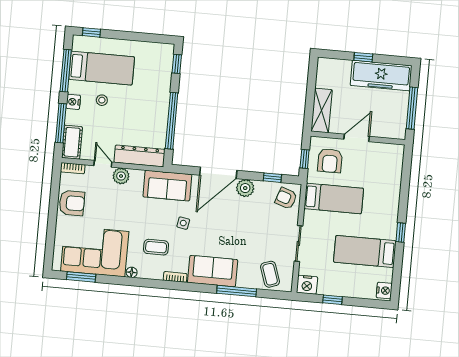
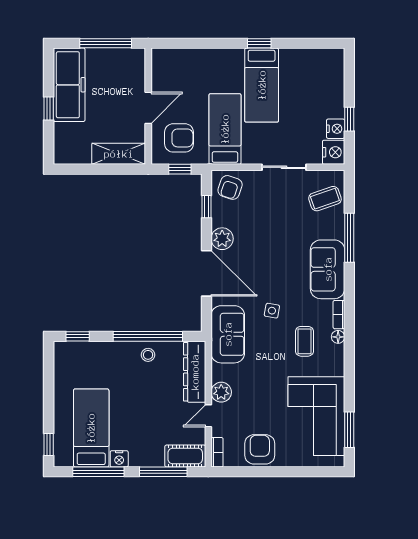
stool: (102, 100) -> (148, 355), moved
nightstand: (73, 102) -> (119, 459), moved
door: (357, 138) -> (148, 108), swing flipped
bed: (365, 251) -> (262, 85), moved
floor lamp: (132, 272) -> (338, 337), moved
nightstand: (384, 290) -> (336, 129), moved, turned 90

